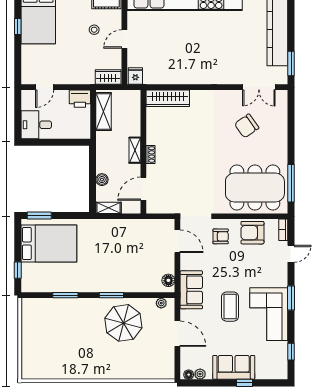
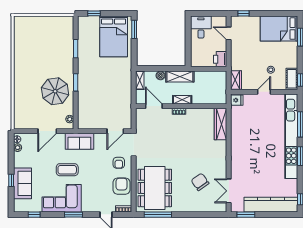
window: (18, 26) -> (243, 13), moved
door: (124, 39) -> (264, 92), hinge flipped
shelving: (103, 111) -> (180, 77), moved
floor lamp: (168, 280) -> (86, 124), removed
sofa: (234, 367) -> (22, 183), moved

